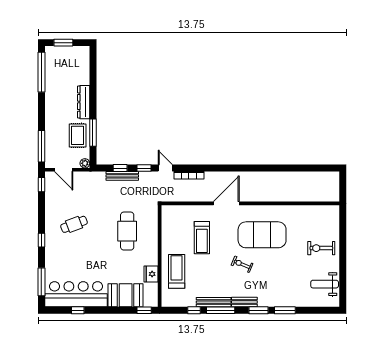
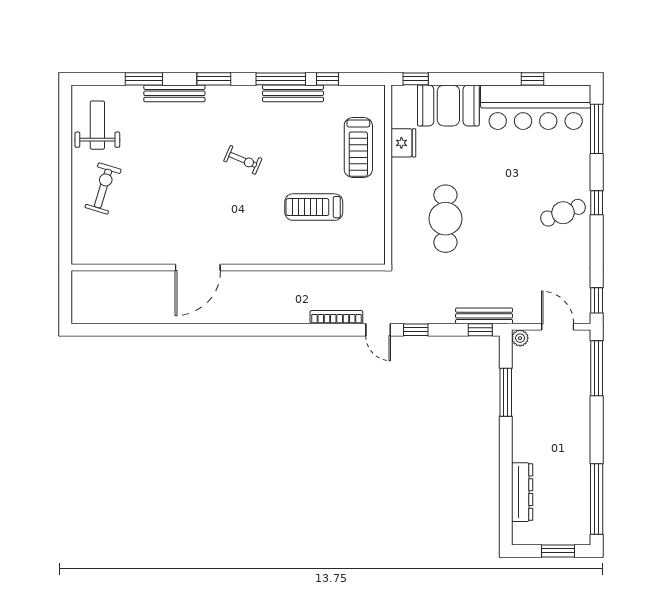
dresser: (84, 102) -> (522, 492), moved
rug: (78, 135) -> (533, 387), removed
window: (120, 168) -> (480, 330), moved
bench: (122, 176) -> (484, 316), moved
door: (226, 203) -> (198, 267), moved
cafe table: (74, 224) -> (563, 213), moved
exercise mat: (262, 235) -> (208, 212), removed
treadmill: (202, 238) -> (314, 207), turned -90
exercise bike: (321, 248) -> (103, 188), turned -73
weight bench: (325, 284) -> (97, 125), turned -90
bench: (244, 302) -> (174, 93), moved, width x1.36
window: (285, 310) -> (144, 79), moved

